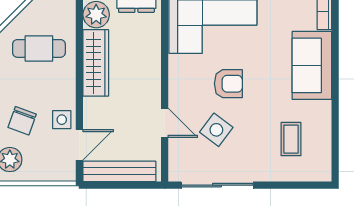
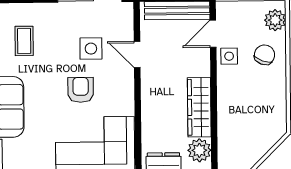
cafe table: (39, 48) -> (250, 120), removed
armchair: (228, 84) -> (81, 90), turned 90
side table: (216, 130) -> (91, 49), turned -37

